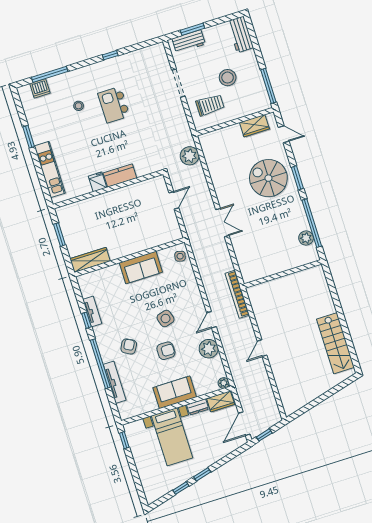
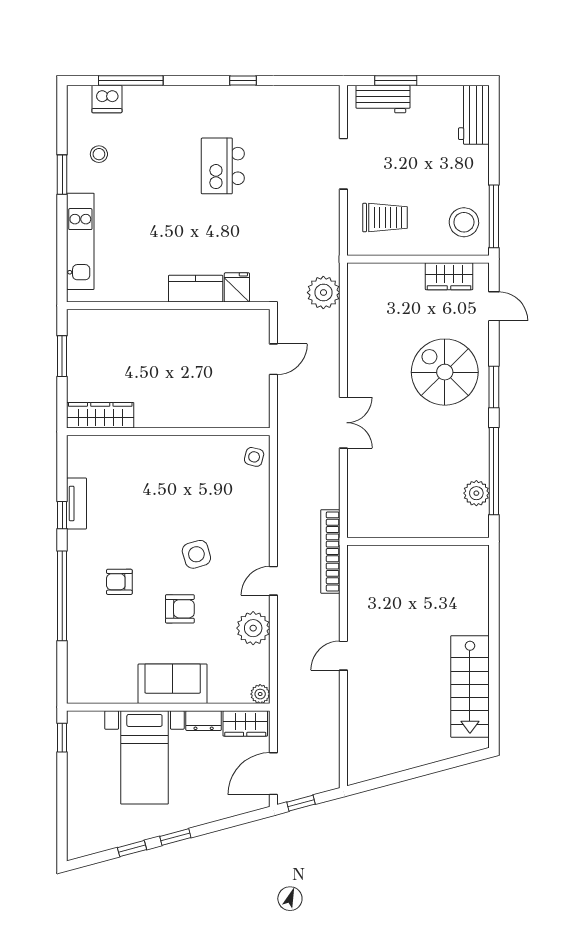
stool: (228, 78) -> (464, 222), moved
stool: (79, 106) -> (99, 154), moved
fridge: (97, 182) -> (237, 287), moved
sofa: (141, 267) -> (182, 455), removed
armchair: (129, 346) -> (119, 582), turned -119
tv unit: (115, 382) -> (77, 635), removed

